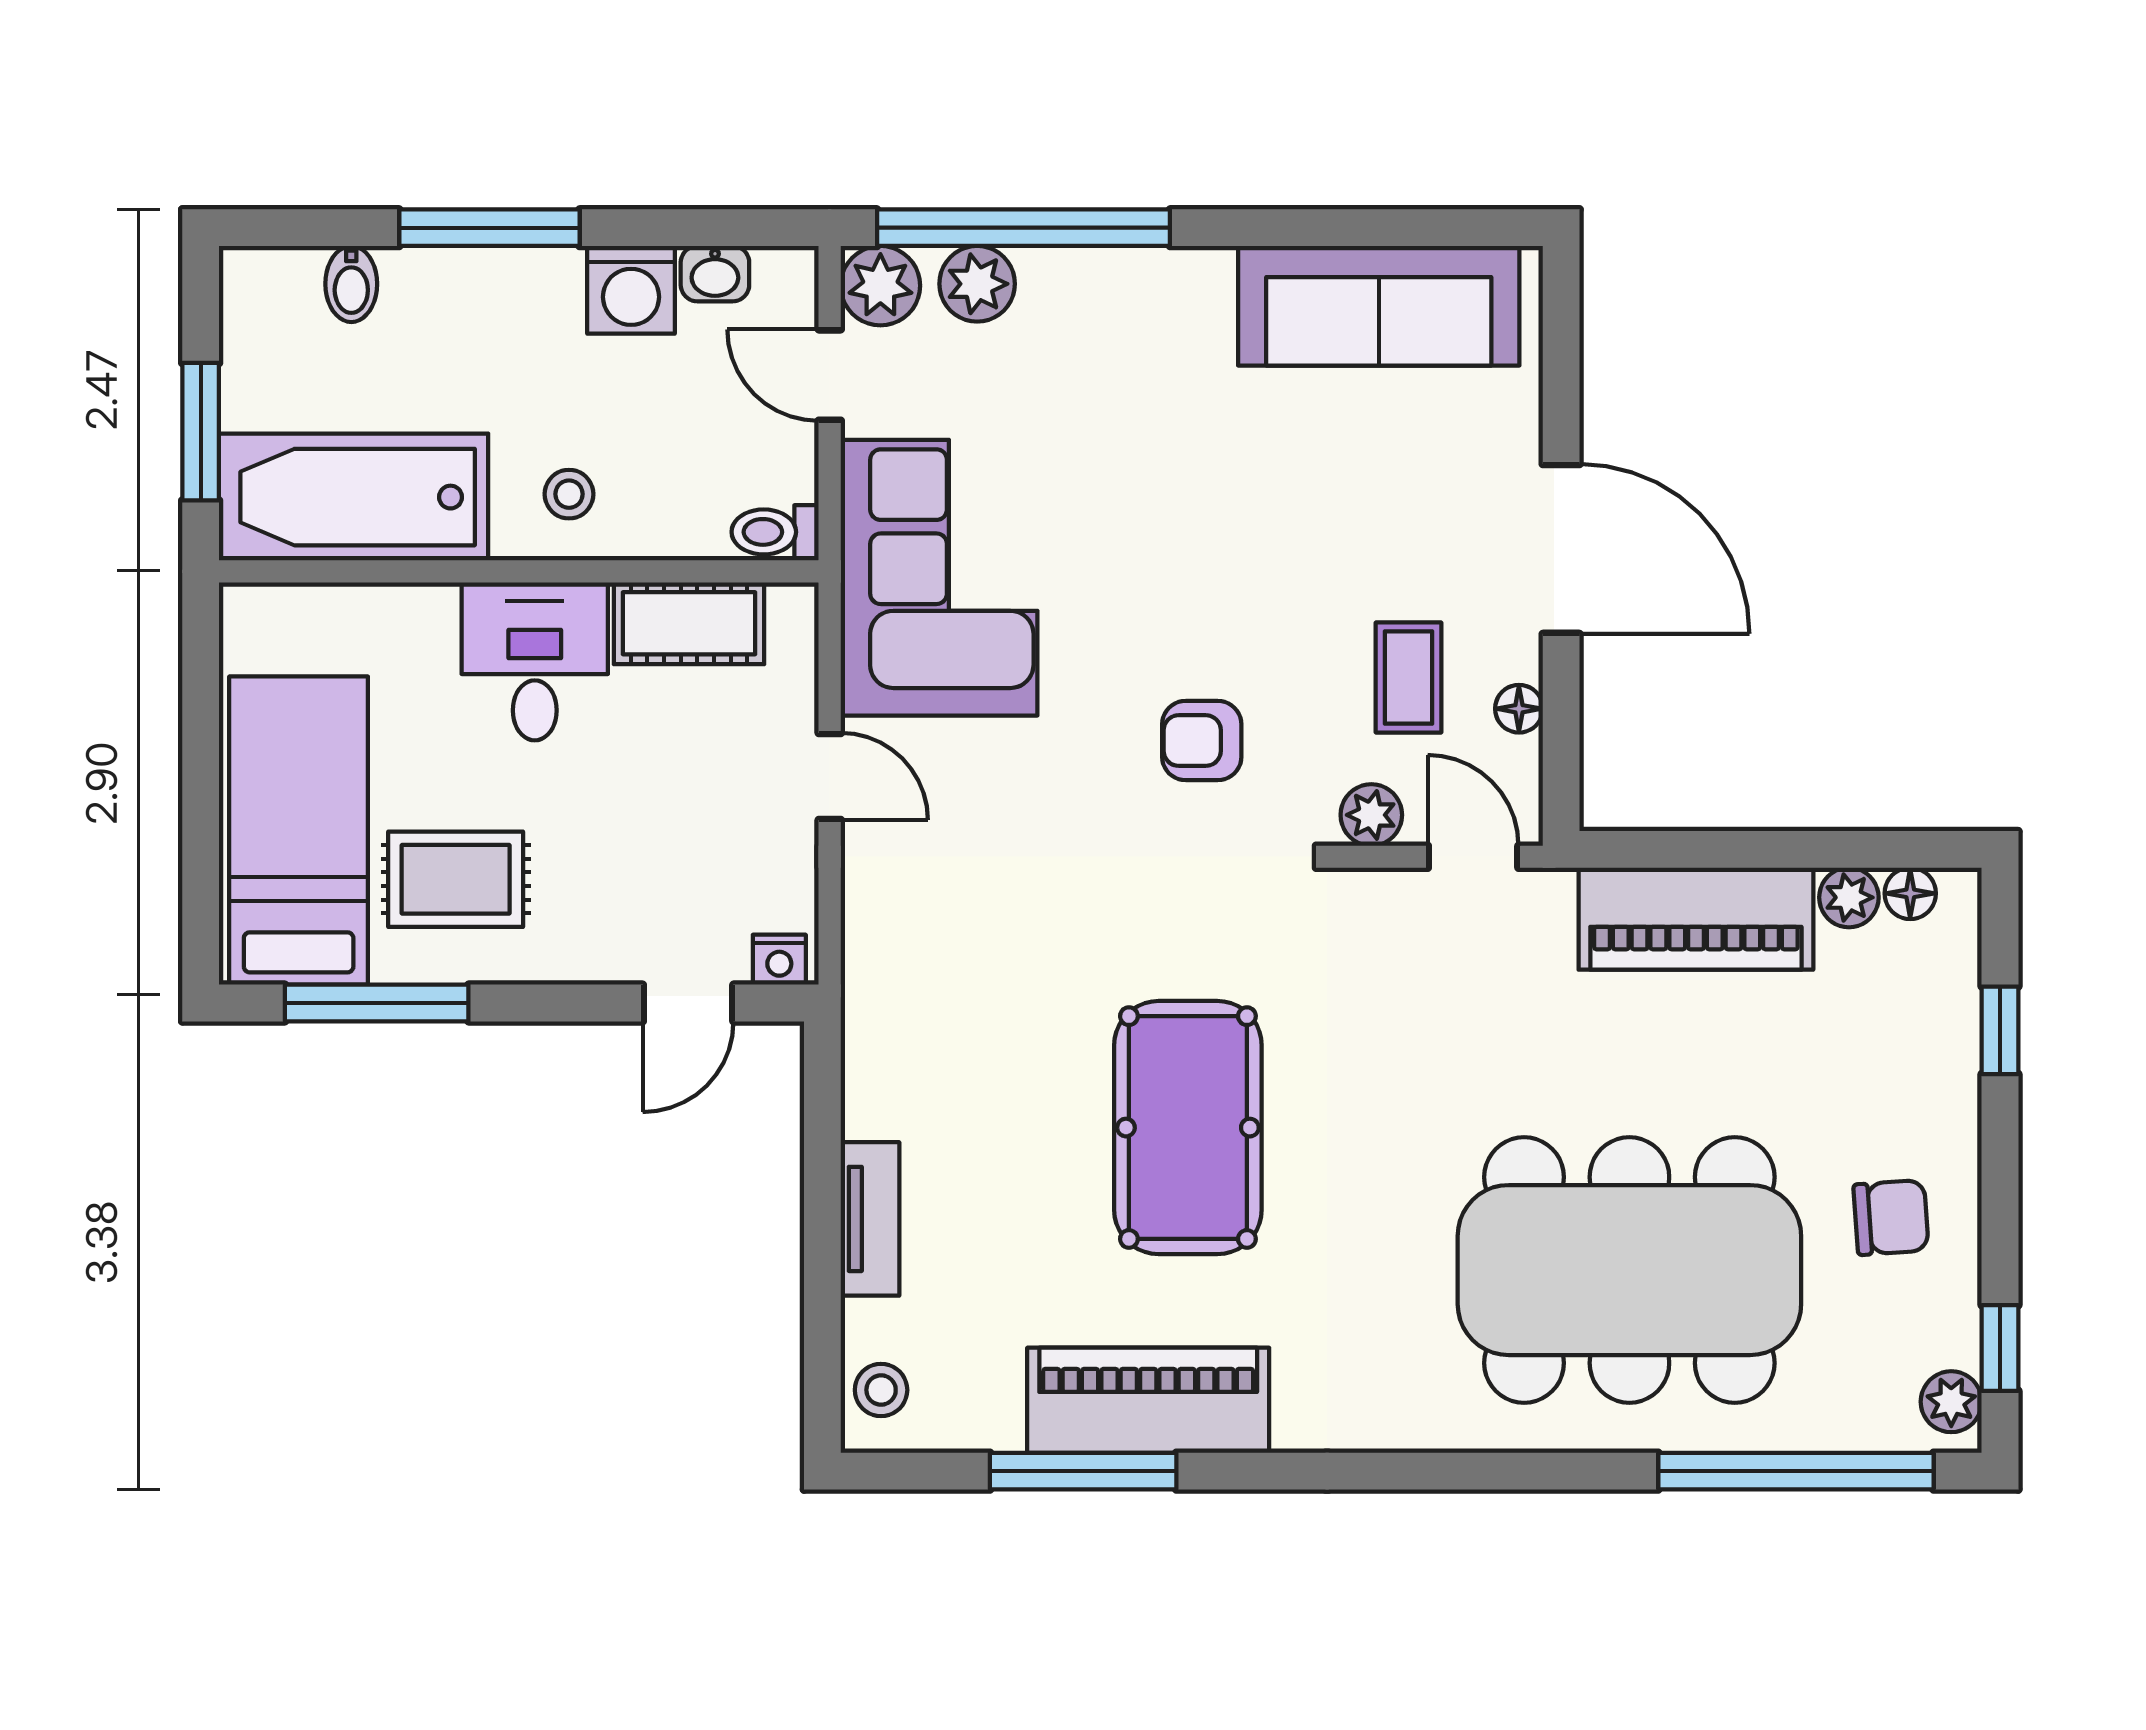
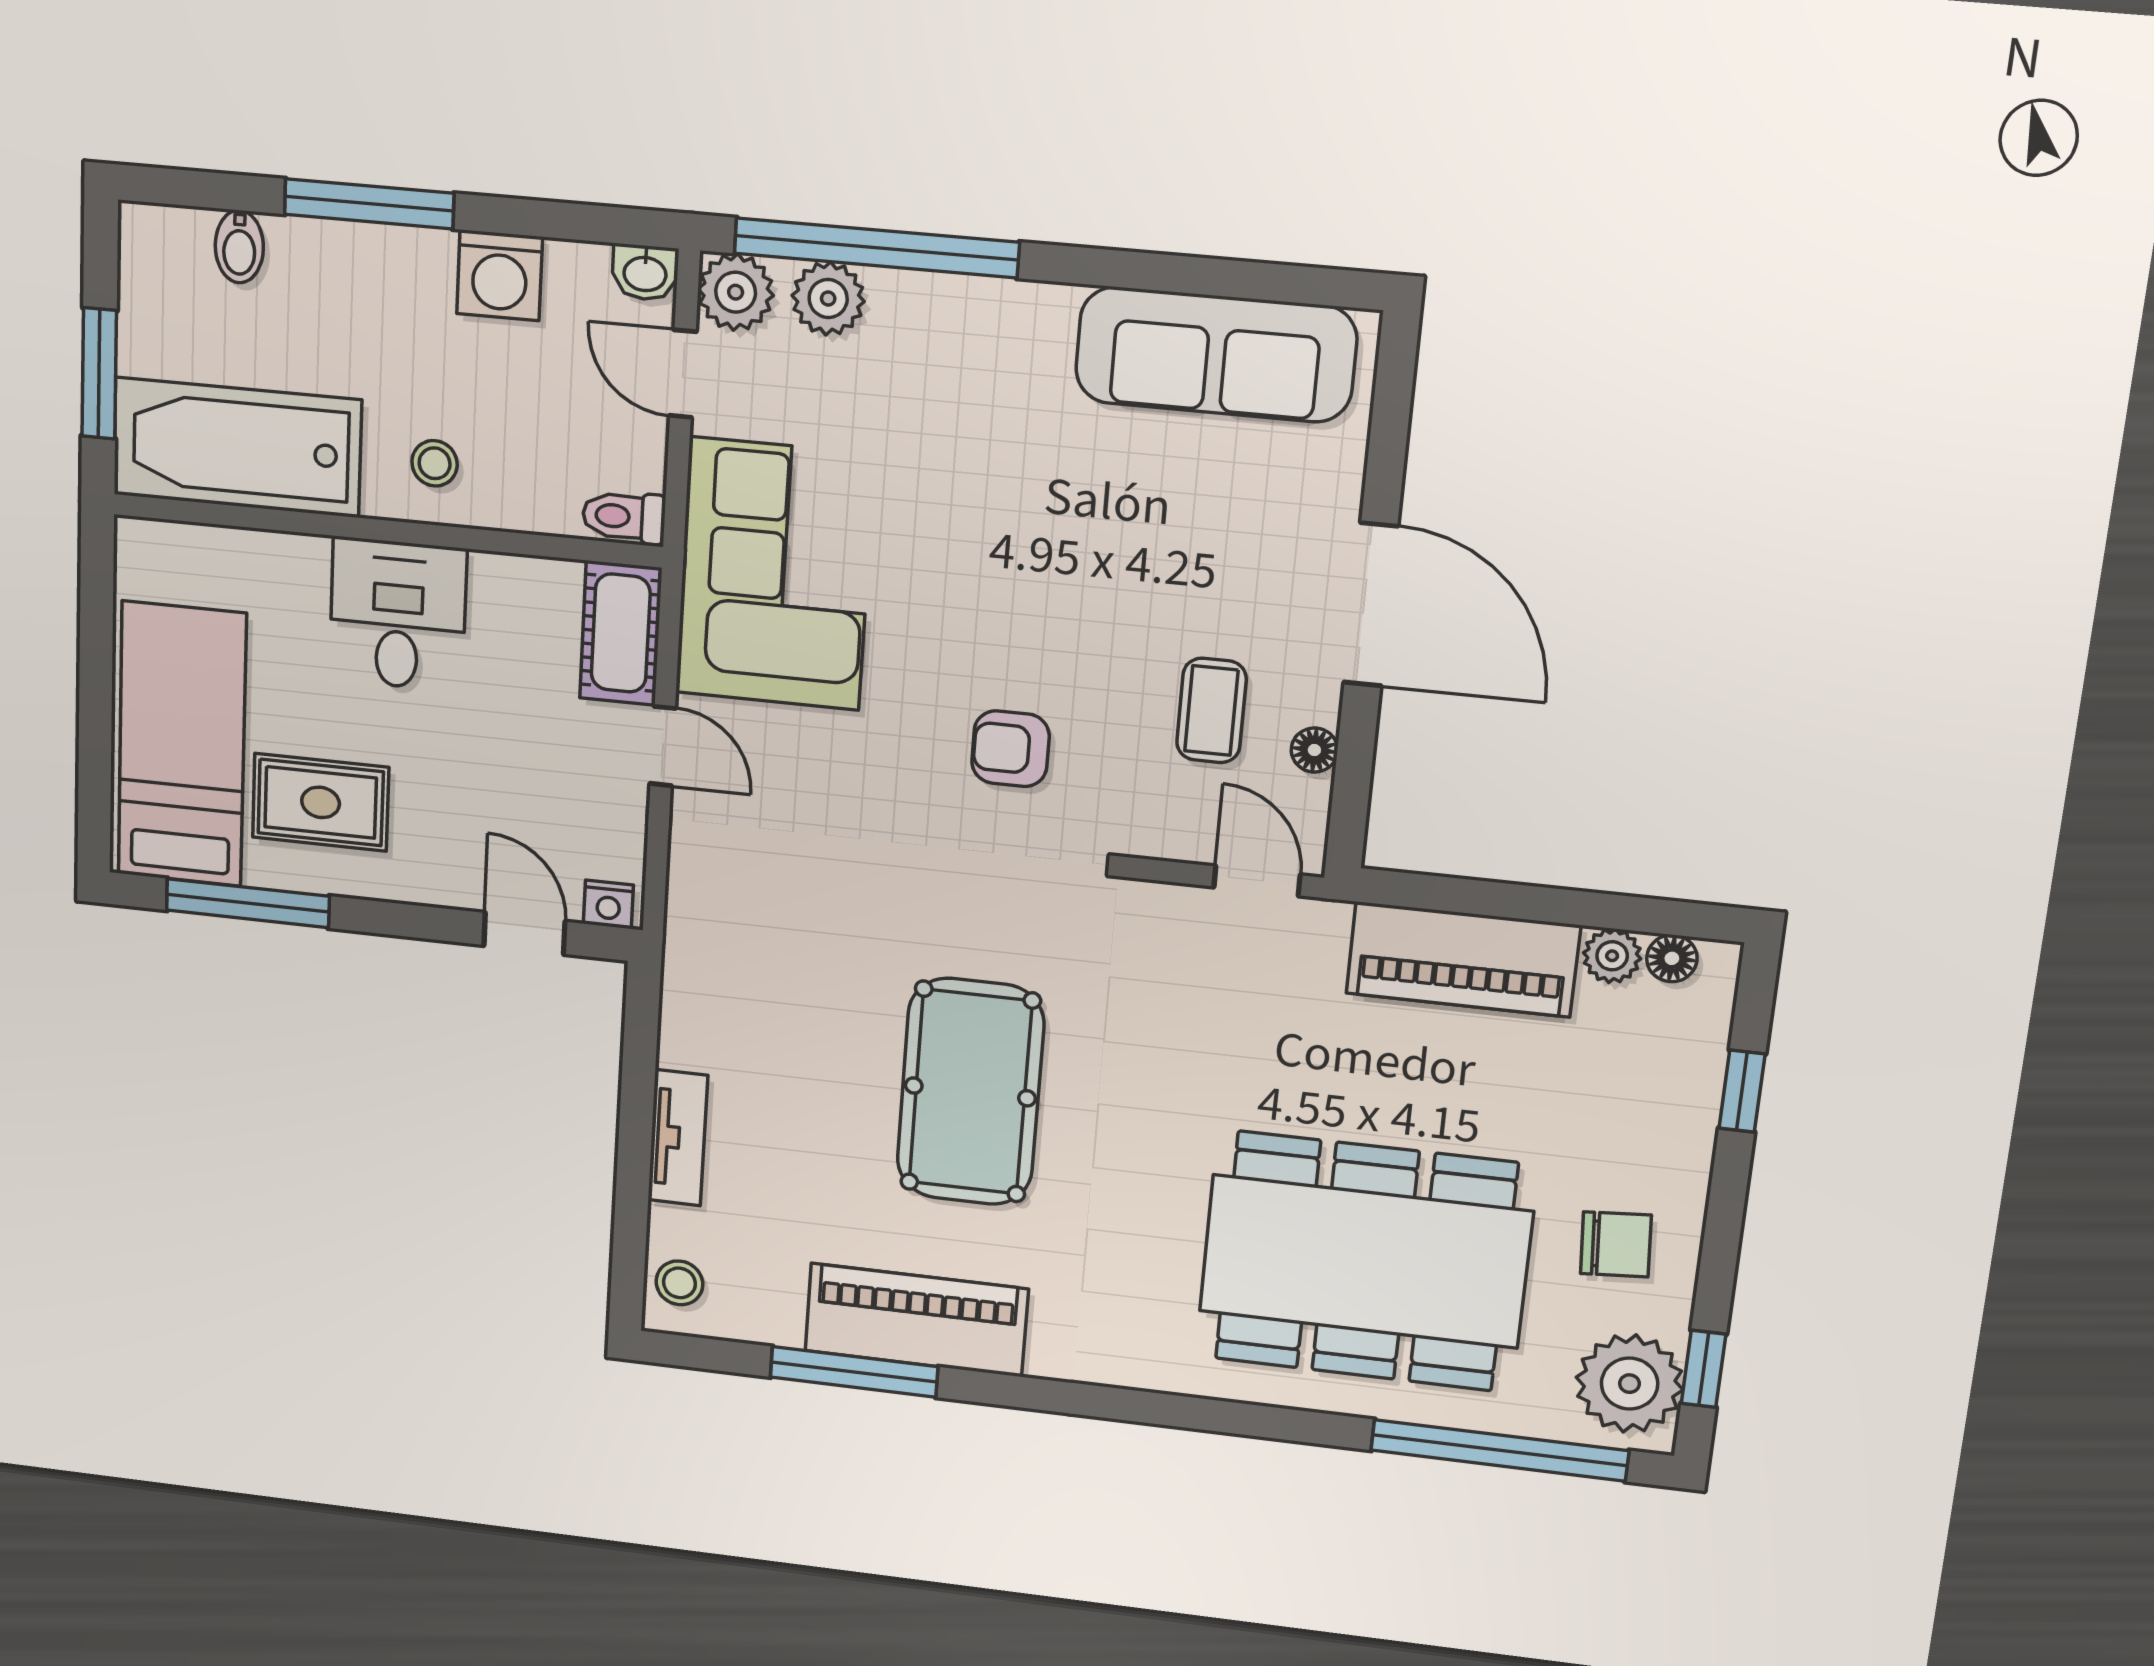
washbasin: (715, 274) -> (645, 272), moved
cot: (689, 623) -> (621, 633), moved, turned 90
plant: (1371, 815) -> (1164, 833), removed
door: (688, 1003) -> (524, 933), swing flipped
plant: (1951, 1402) -> (1630, 1384), width x1.87, depth x1.87

